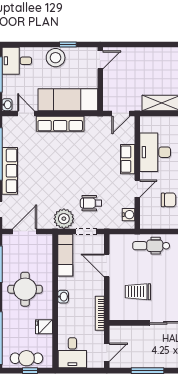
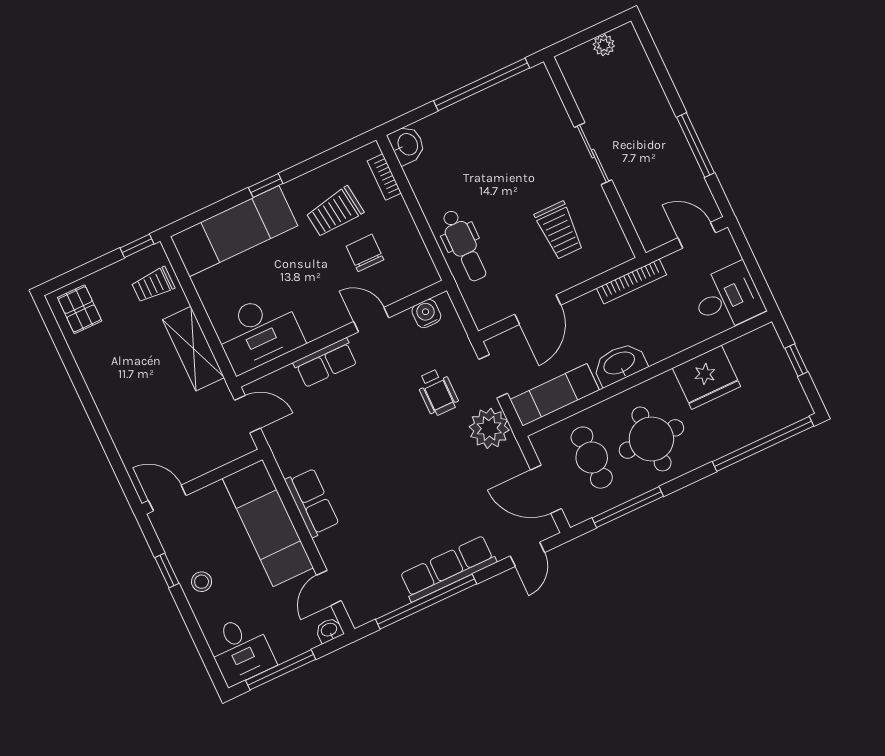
stool: (56, 58) -> (202, 582), width x0.53, depth x0.53
row of seats: (60, 124) -> (312, 502), width x0.68
desk: (155, 152) -> (258, 333), moved
washbasin: (63, 297) -> (620, 364), width x1.91, depth x1.45
fridge: (44, 327) -> (706, 377), width x1.88, depth x1.34
cafe table: (26, 358) -> (592, 458), moved

